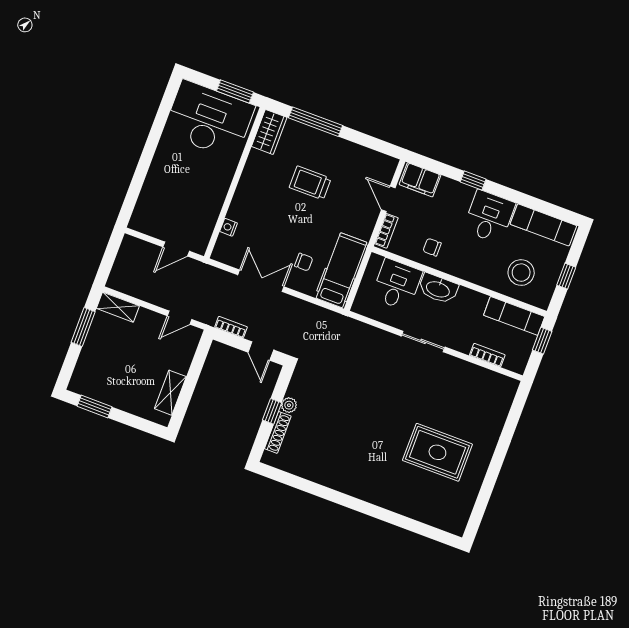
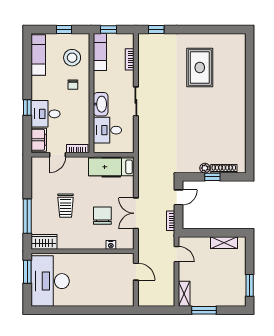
desk: (489, 217) -> (45, 114), moved
chair: (432, 247) -> (73, 85), moved
chair: (304, 262) -> (102, 216), moved, width x1.87, depth x1.87
window: (516, 410) -> (156, 30), added

